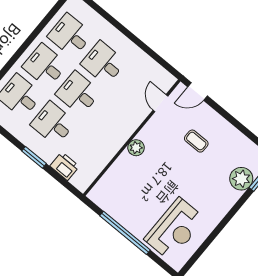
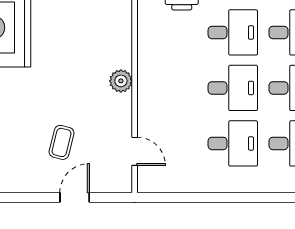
door: (197, 91) -> (75, 197), moved
coffee table: (196, 141) -> (62, 142), turned -76

